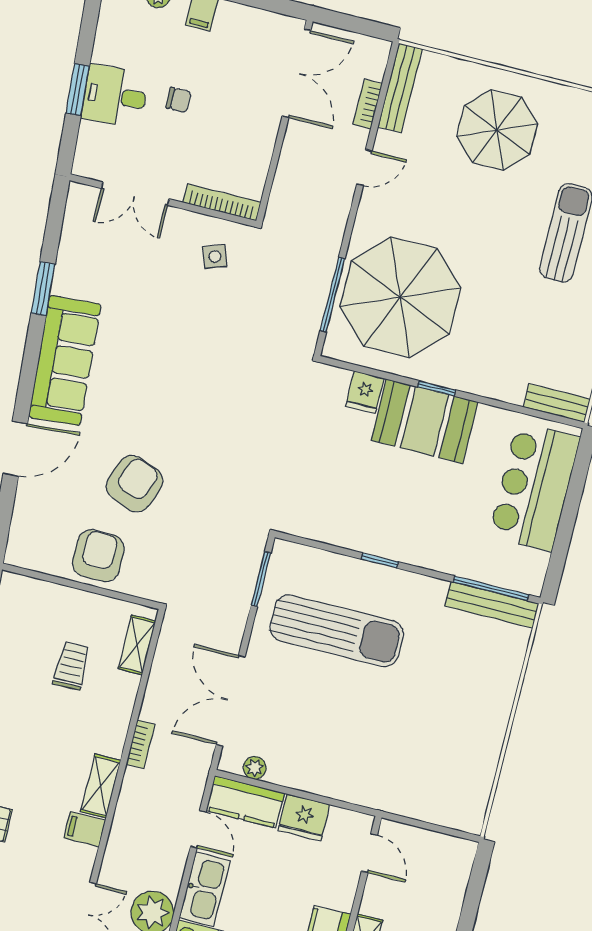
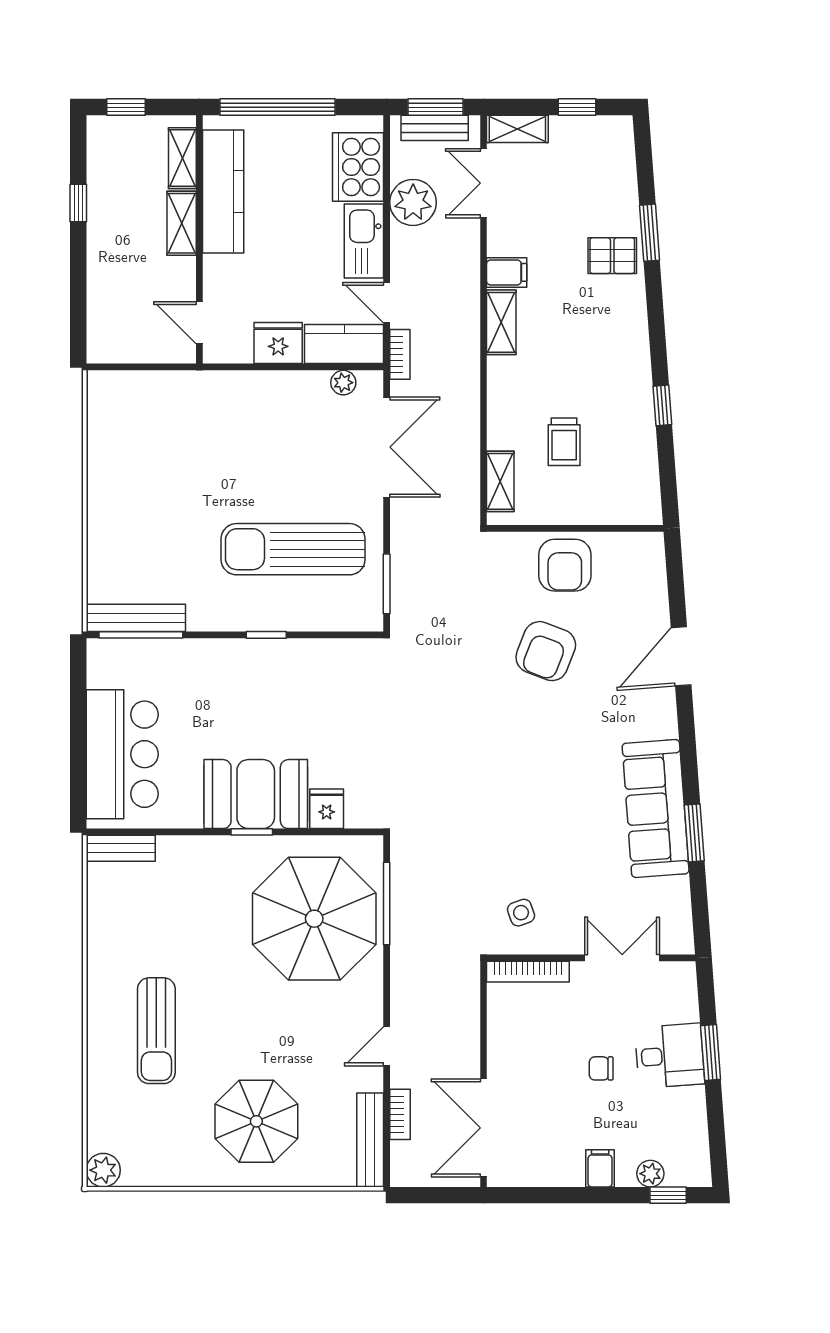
sofa: (65, 361) -> (656, 808), moved
bookcase: (140, 744) -> (400, 354), moved, turned 180

